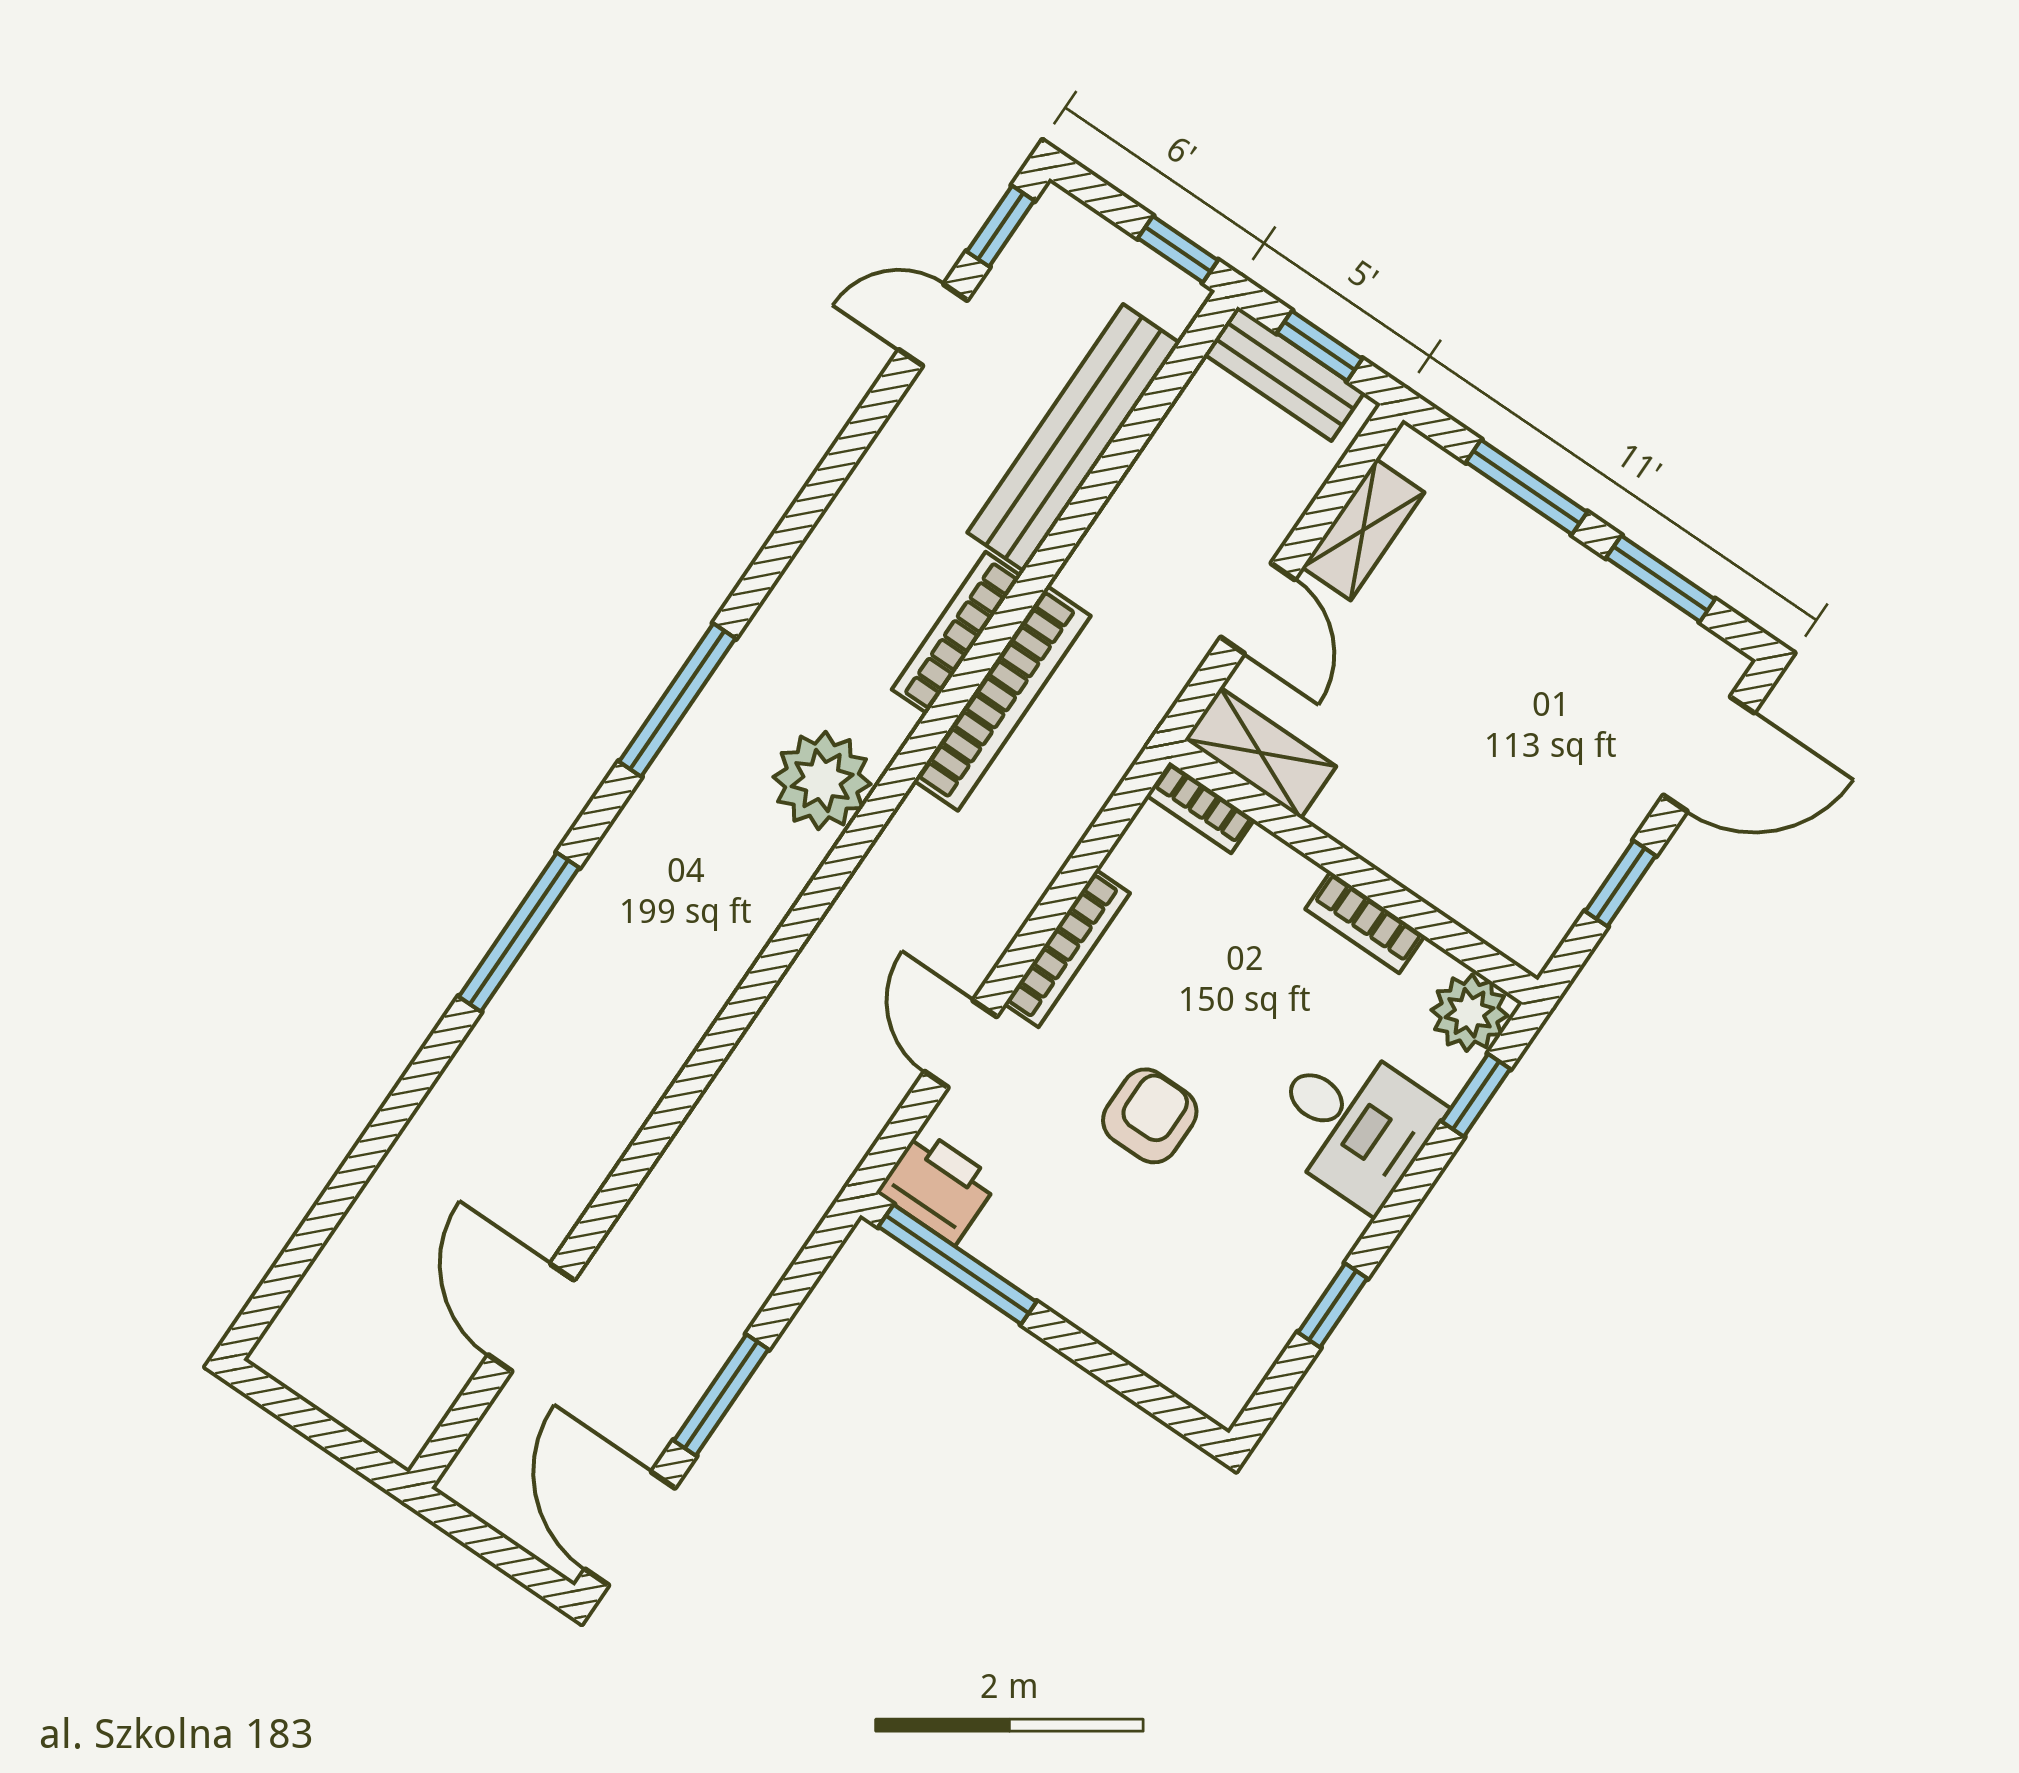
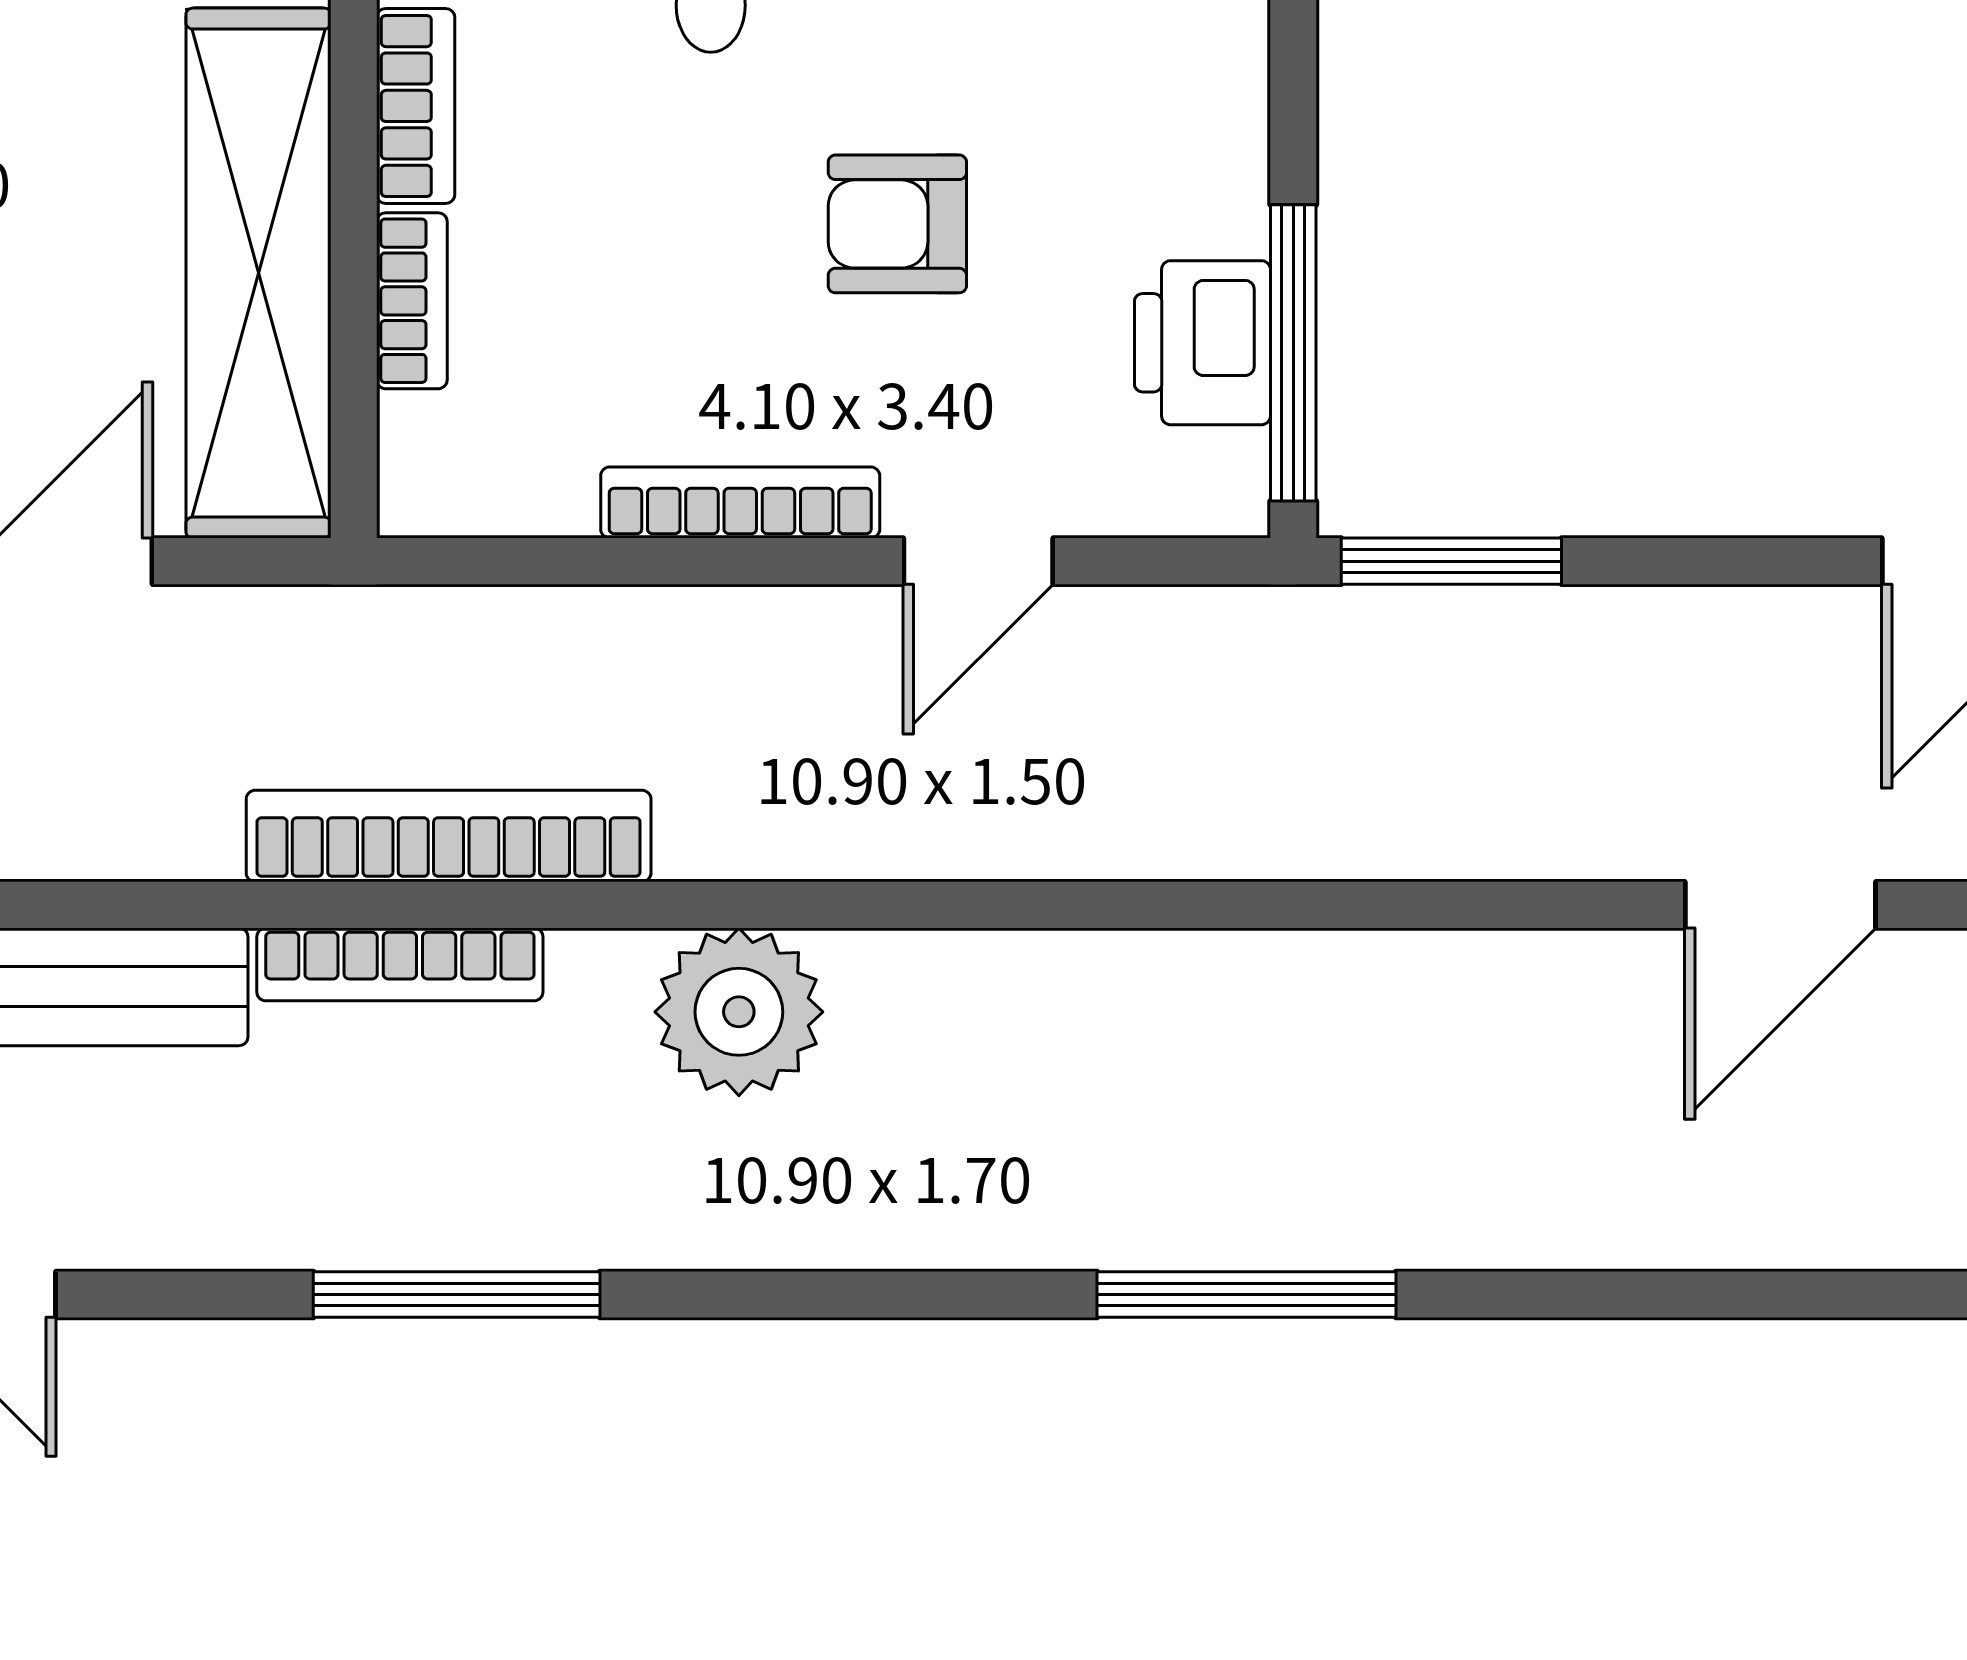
window: (677, 700) -> (457, 1294), moved
shelving: (1260, 753) -> (258, 273), width x2.20, depth x1.33
bookcase: (1200, 807) -> (412, 301), moved
printer: (938, 1187) -> (1202, 343), moved
window: (721, 1395) -> (1451, 561), moved

